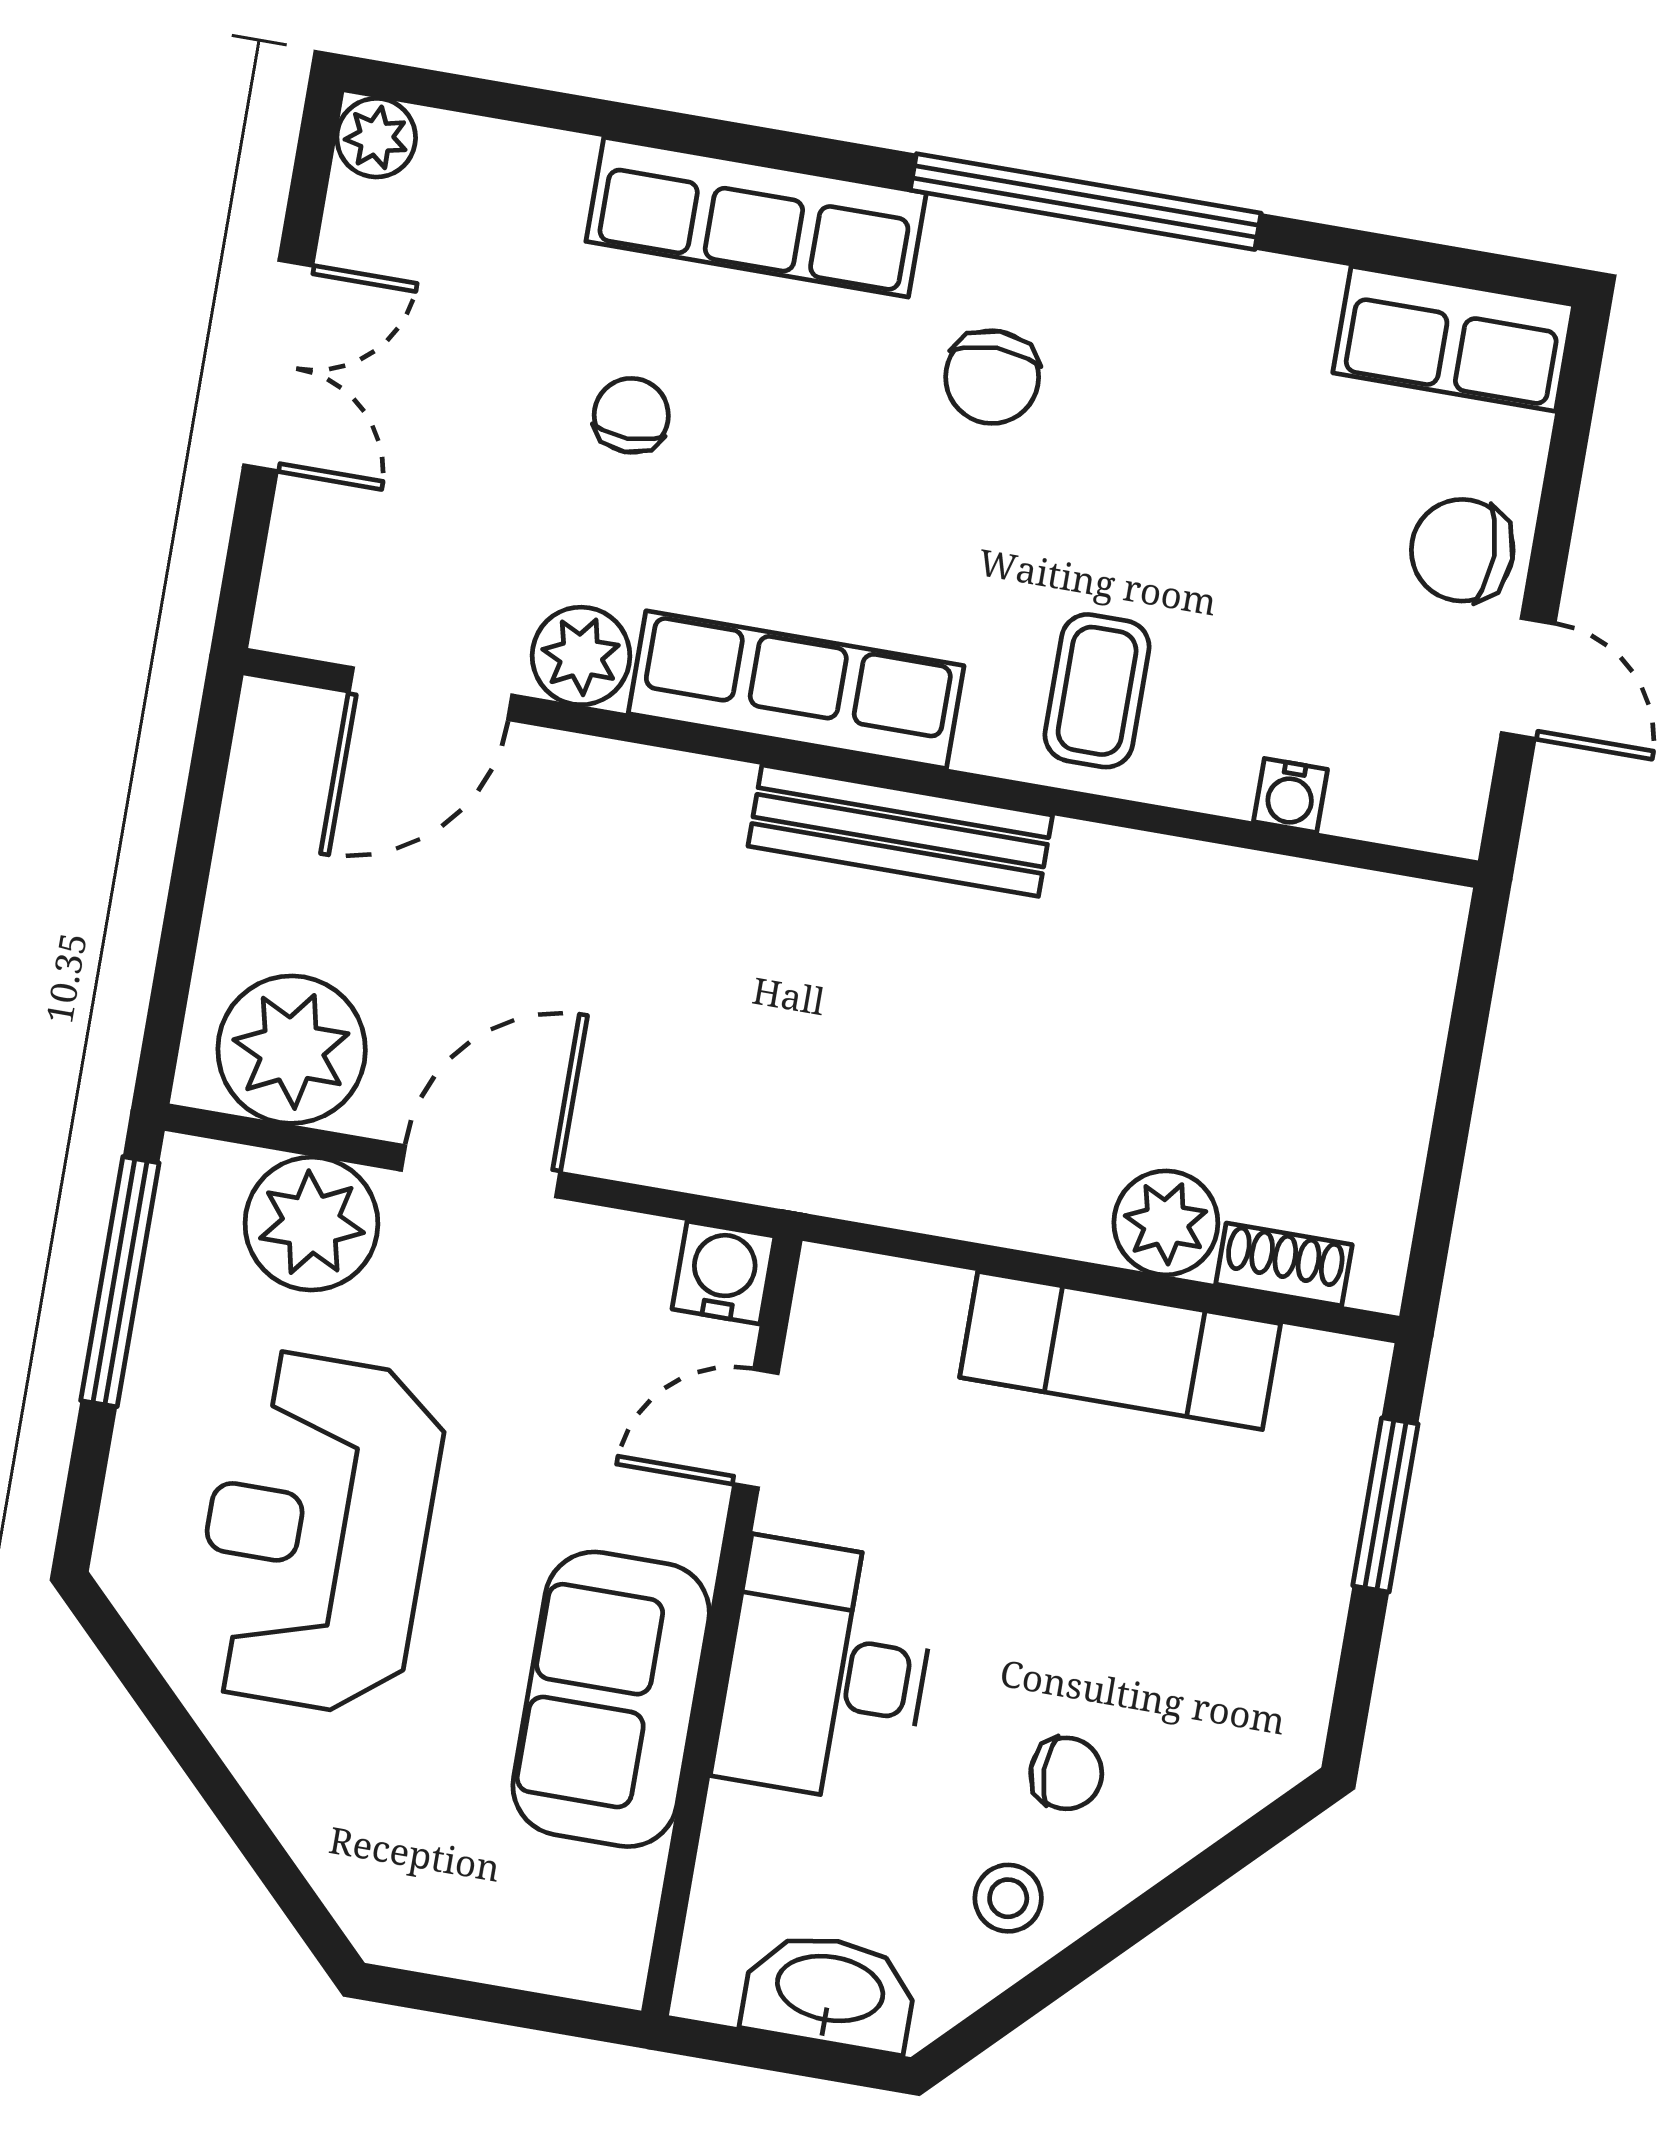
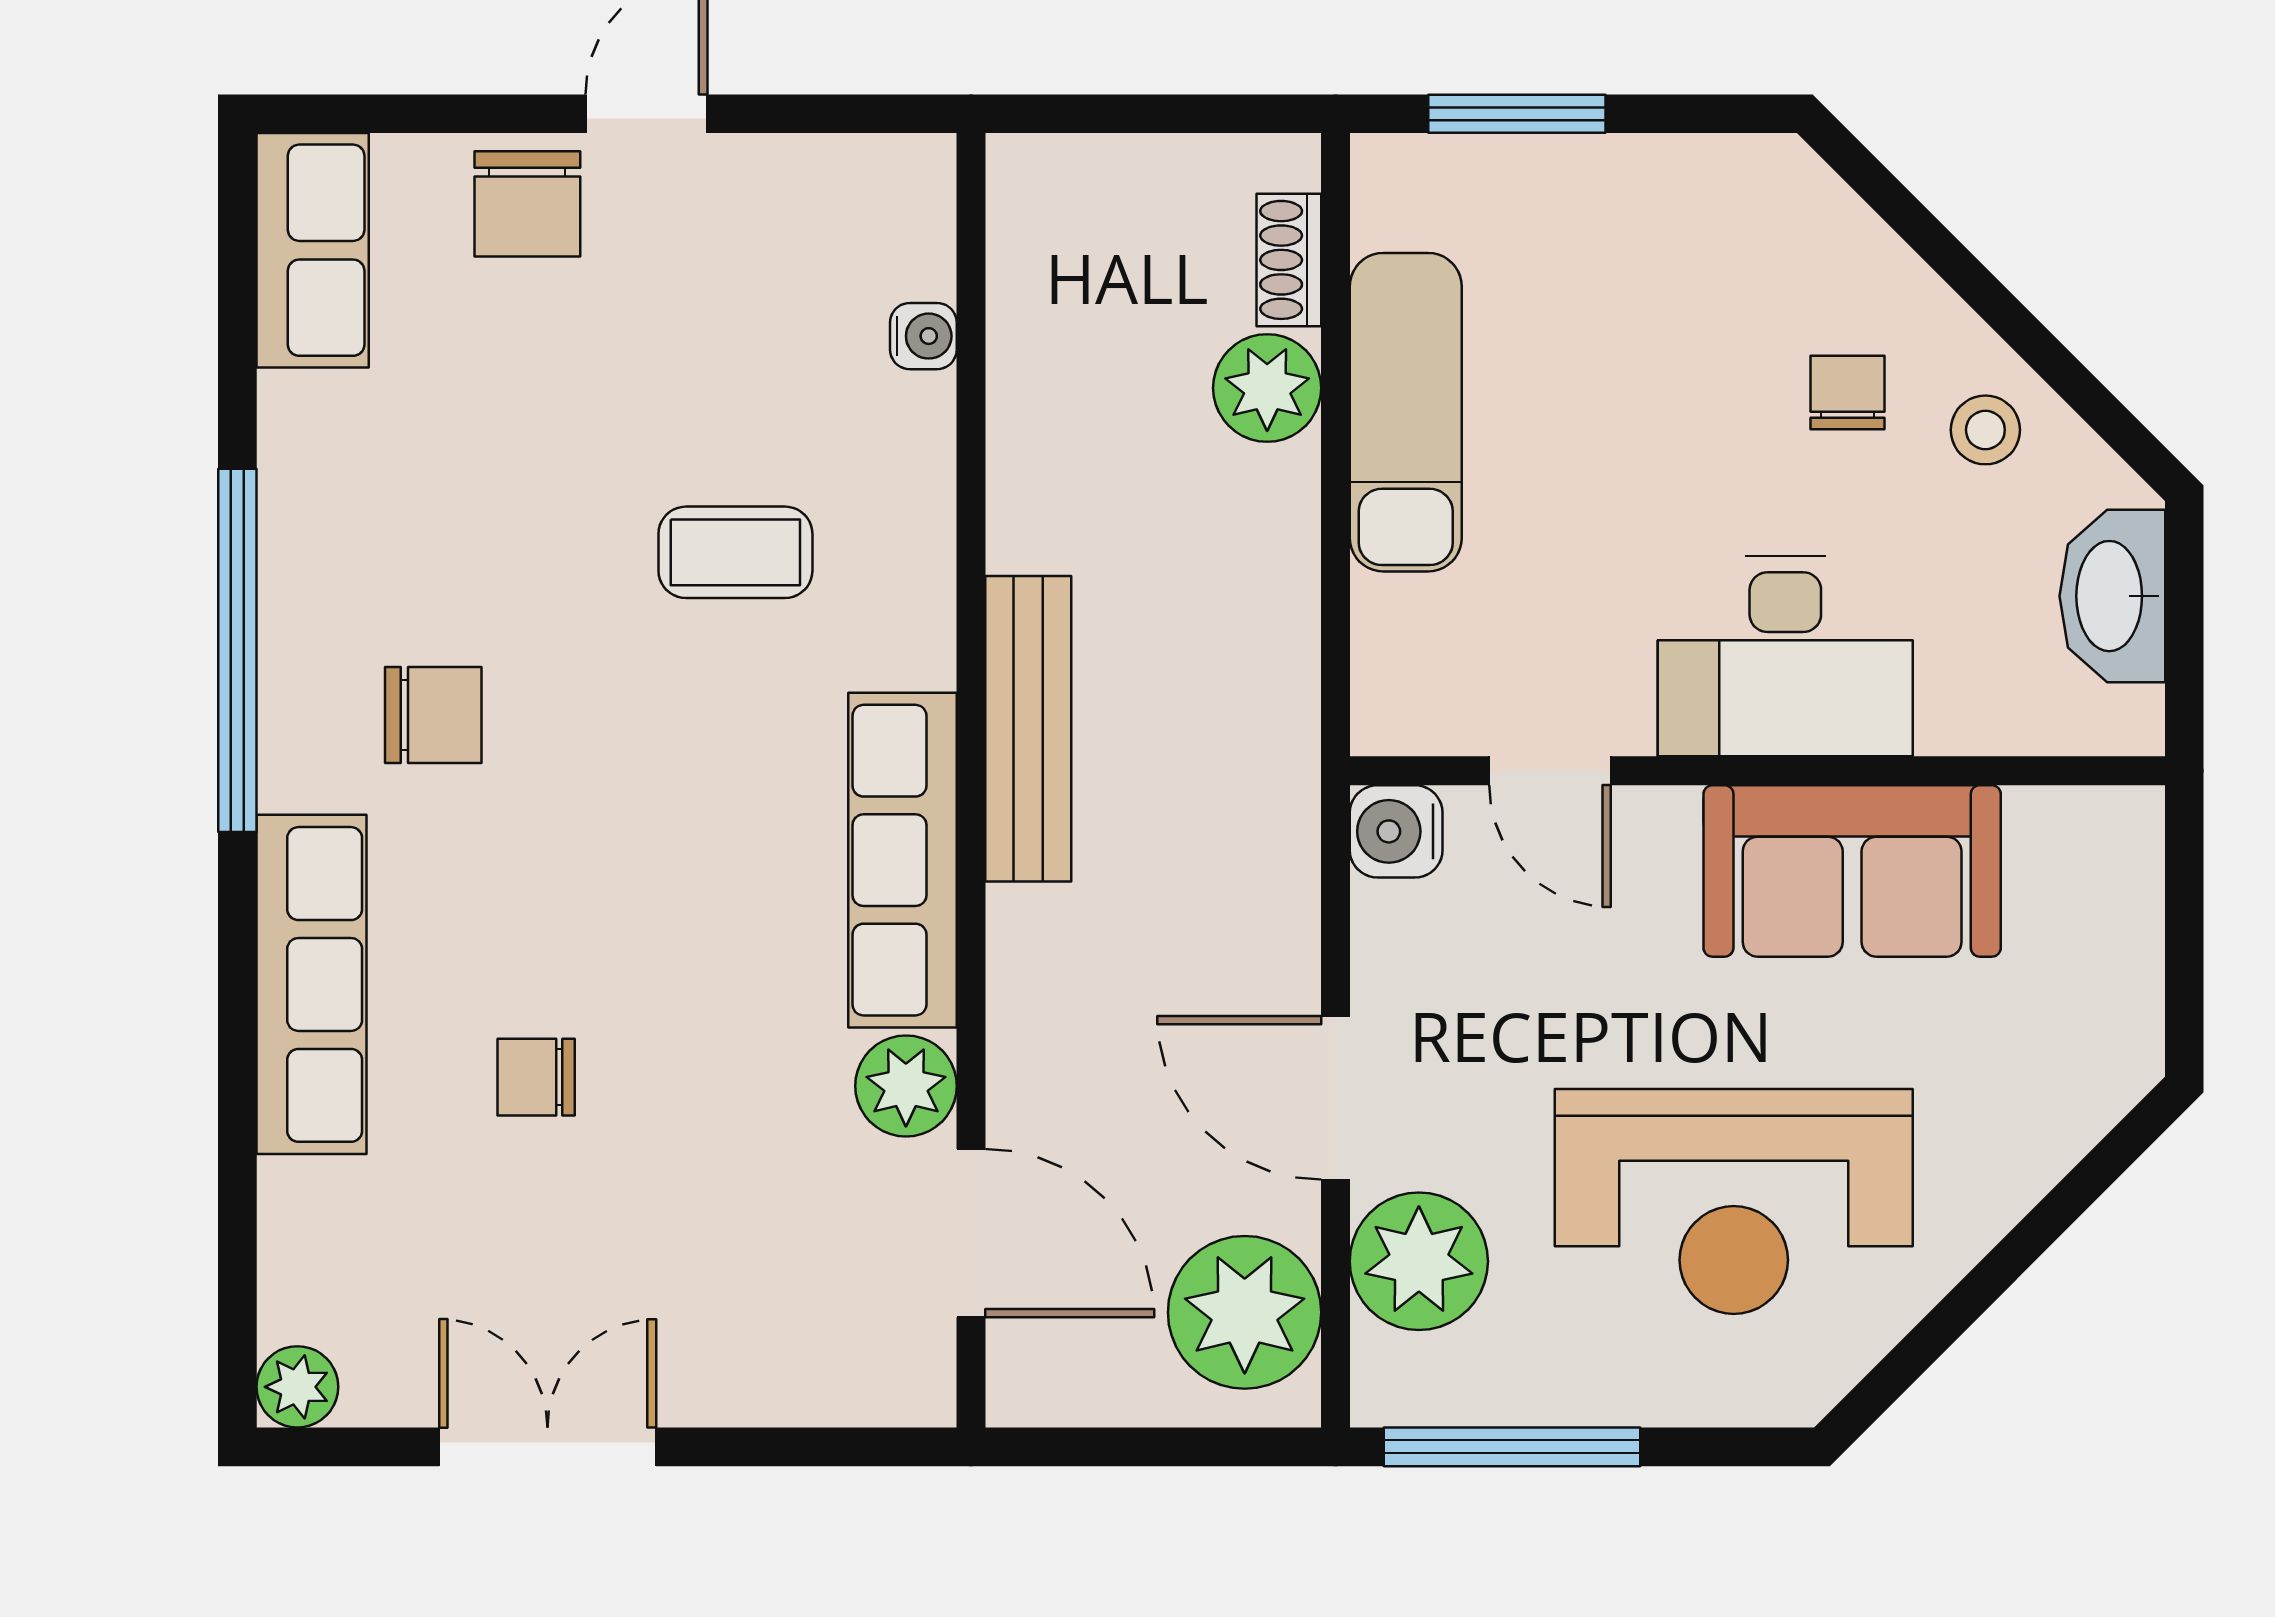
plant: (581, 656) -> (906, 1086), moved
row of seats: (796, 690) -> (902, 860), moved
door: (431, 694) -> (971, 1233), moved
wall: (861, 768) -> (971, 780), moved
water cooler: (1290, 795) -> (923, 336), moved
bench: (900, 831) -> (1028, 729), moved

